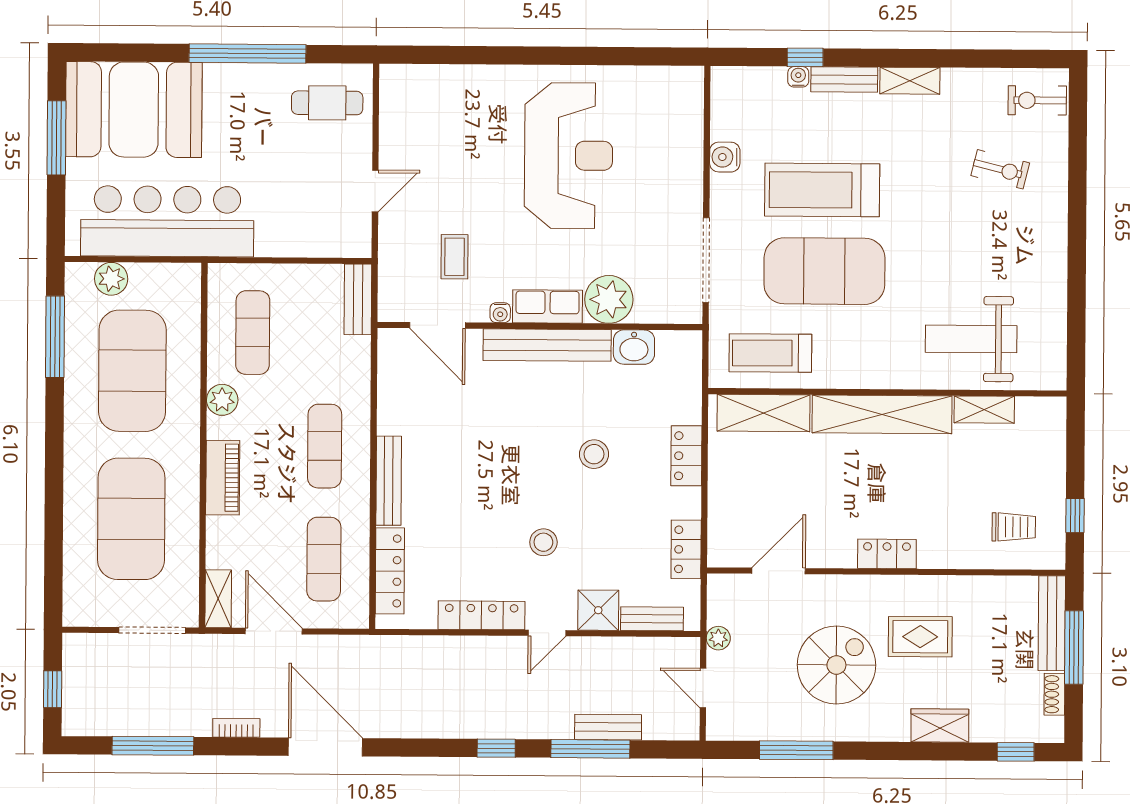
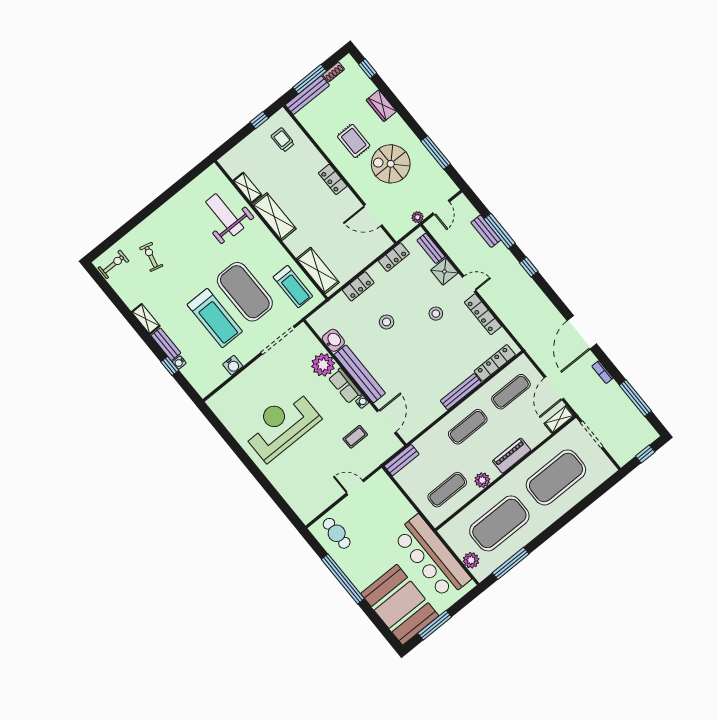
exercise bike: (1037, 100) -> (113, 264), turned -90
weight bench: (971, 339) -> (225, 215), turned 180
shelving: (882, 414) -> (274, 217), width x0.68

